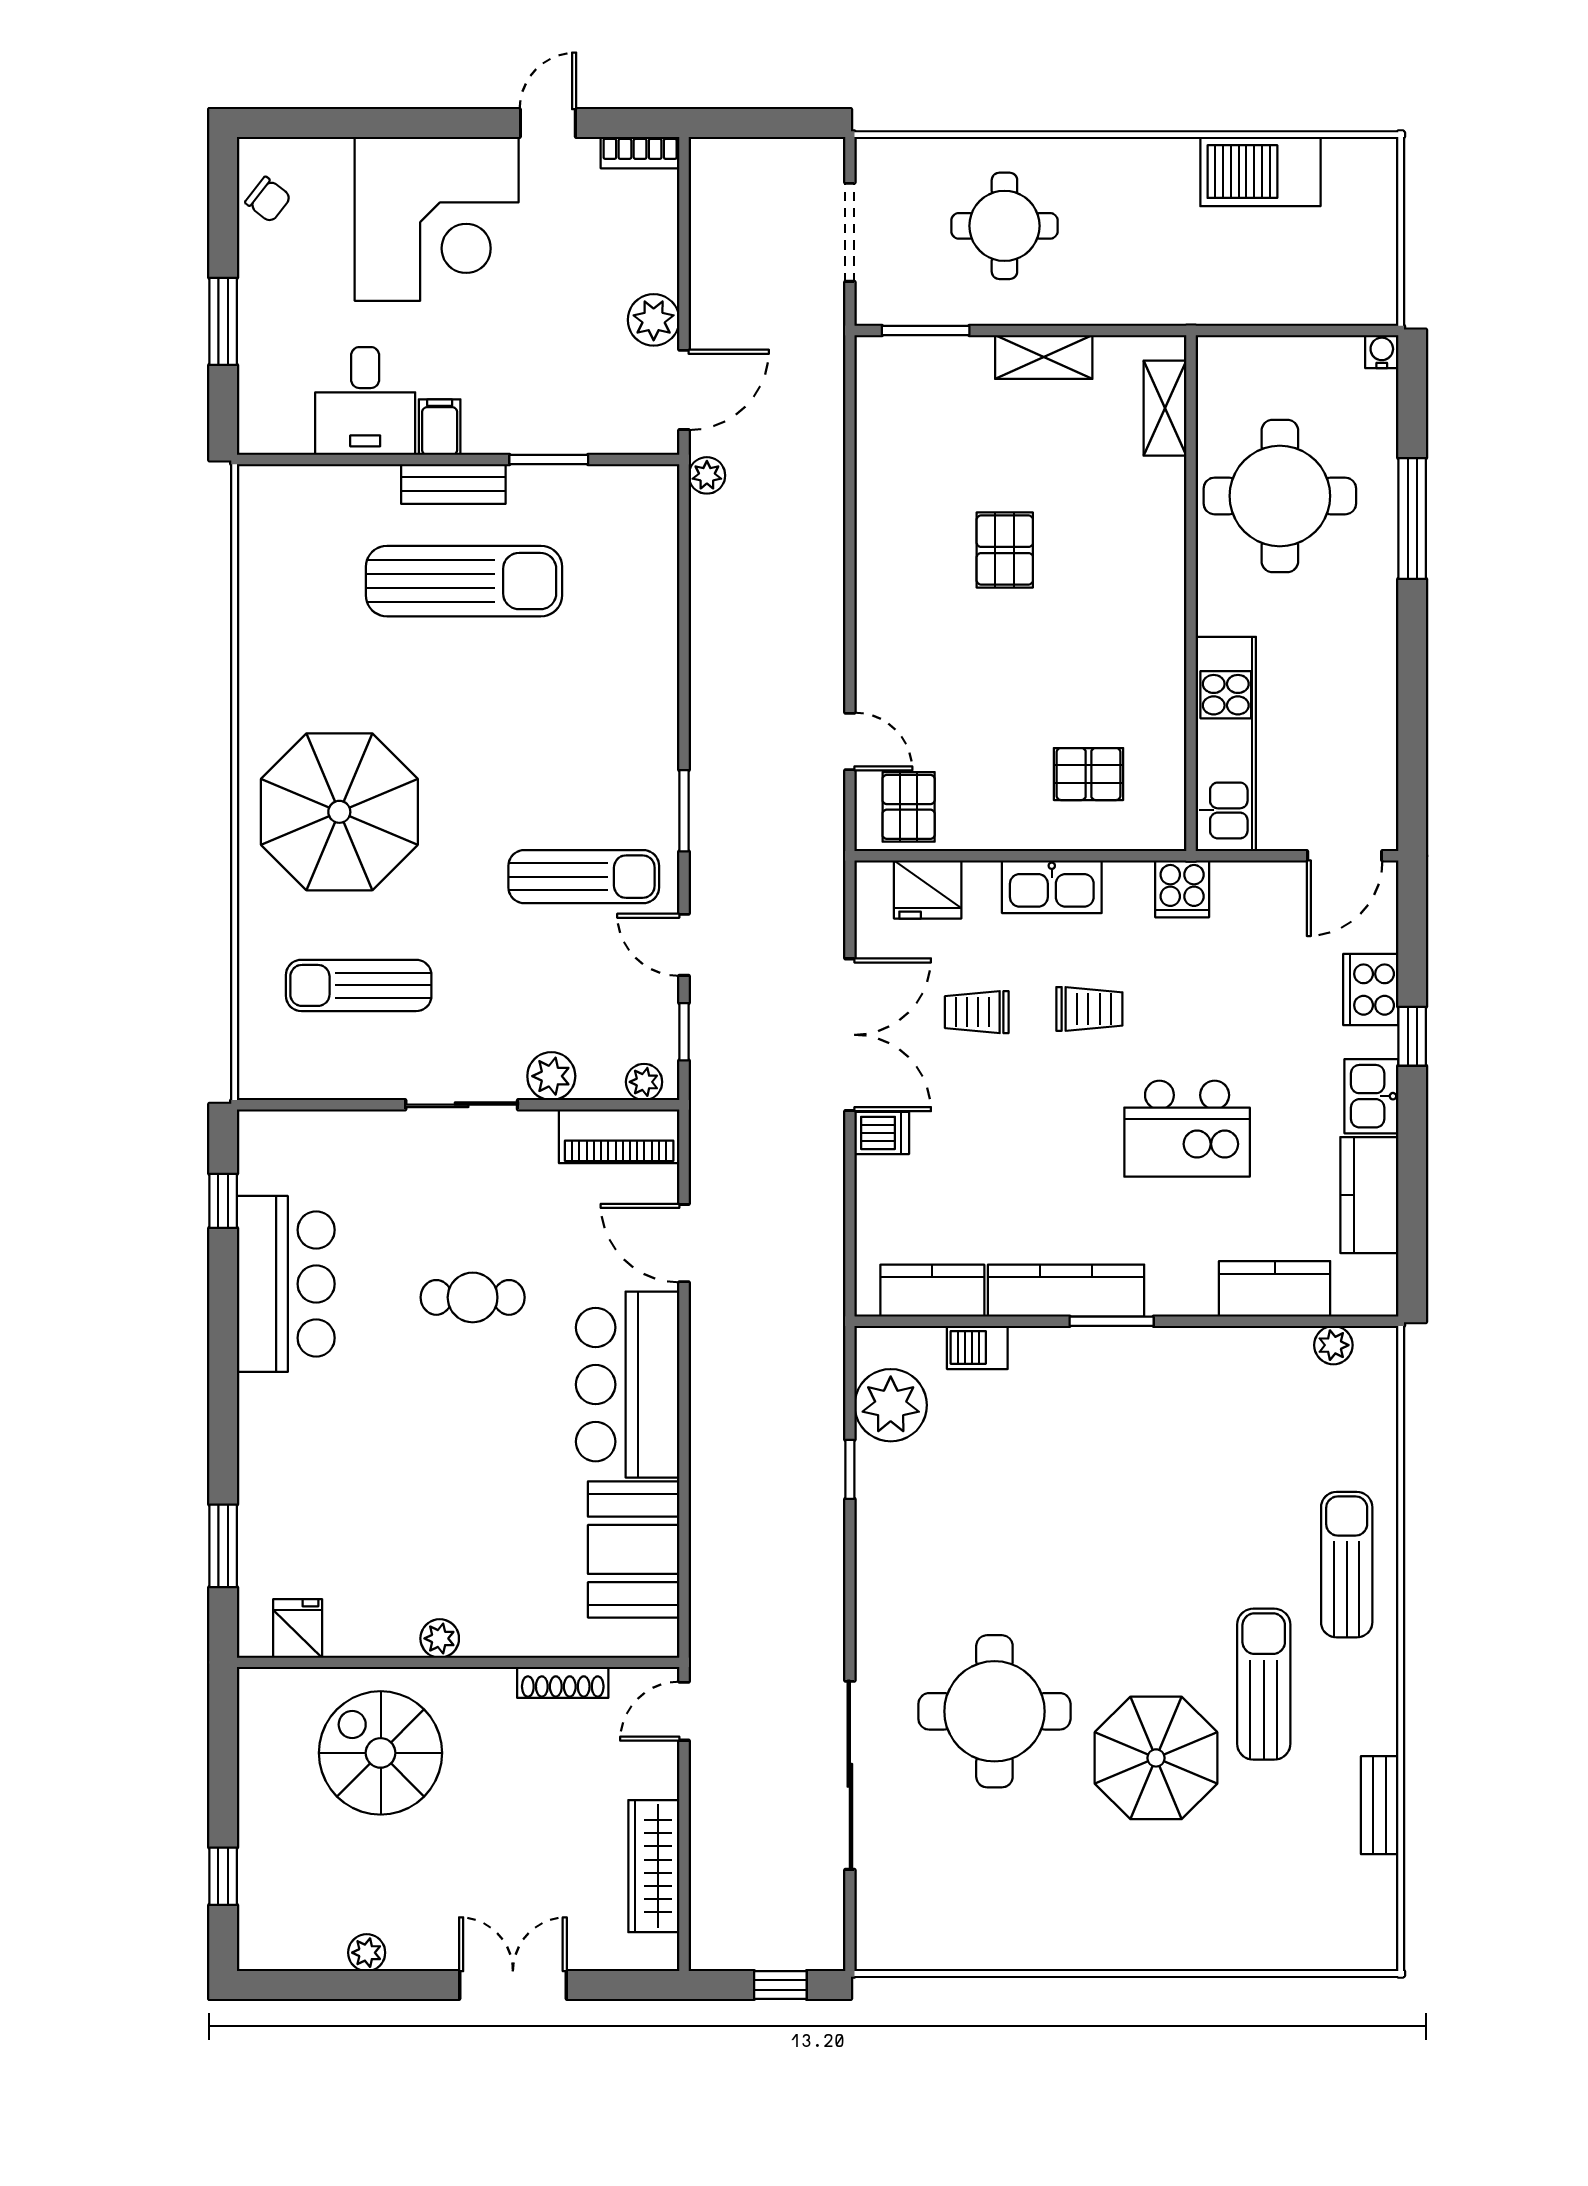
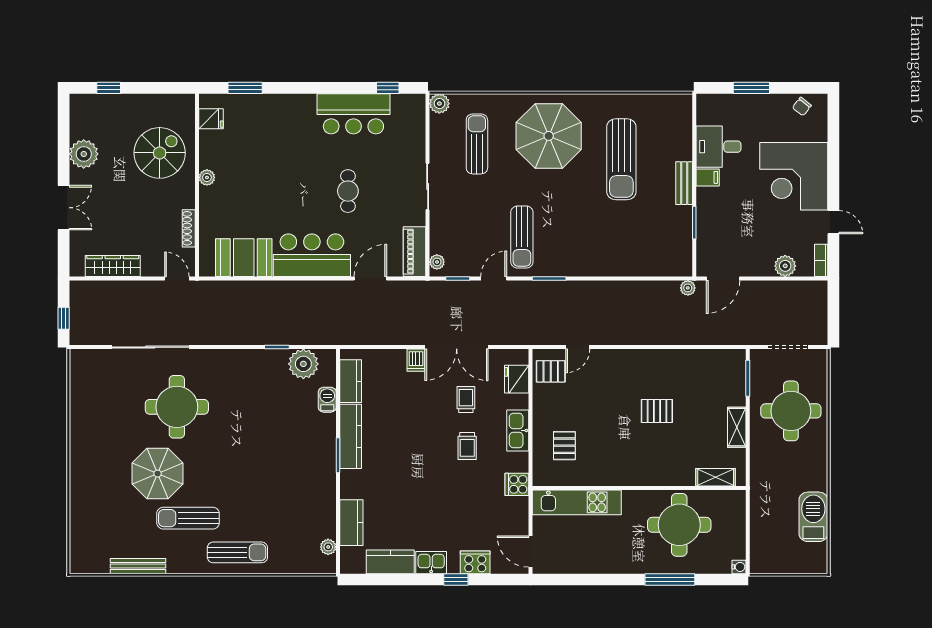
round table: (1004, 226) -> (791, 411), width x1.36, depth x1.36
plant: (654, 320) -> (785, 266), moved
door: (684, 390) -> (723, 278), hinge flipped
sun lounger: (464, 581) -> (621, 159), moved
plant: (551, 1076) -> (439, 104), moved
kitchen island: (1187, 1129) -> (418, 486), removed
sun lounger: (1264, 1684) -> (188, 518), turned 180
bench: (1380, 1805) -> (138, 566), width x1.36
plant: (367, 1953) -> (84, 154), width x1.87, depth x1.87

